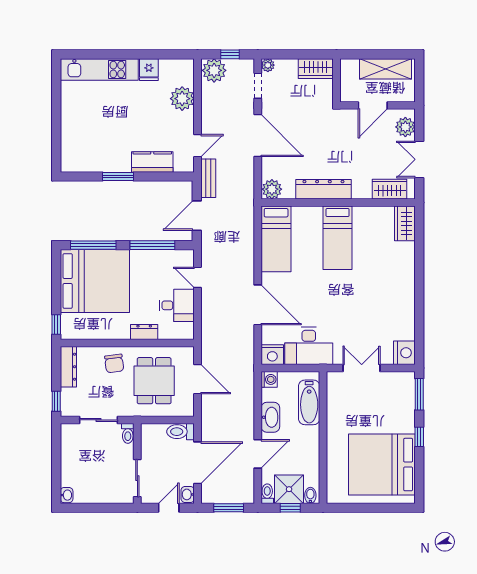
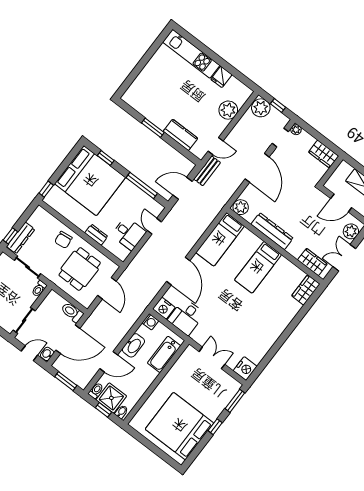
window: (93, 245) -> (106, 158), width x0.46
desk: (309, 346) -> (186, 317), width x0.73
dresser: (68, 367) -> (21, 238), moved

